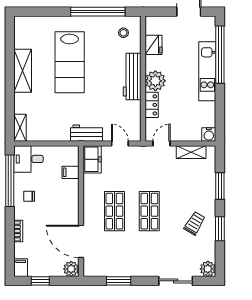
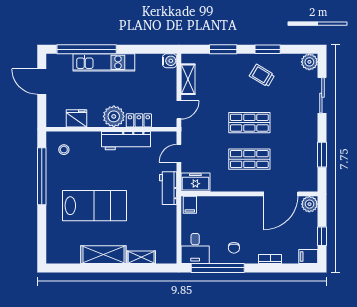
workbench: (132, 76) -> (126, 141), moved
shelving: (20, 128) -> (141, 257), moved
door: (162, 143) -> (179, 110), swing flipped
filing cabinet: (70, 172) -> (190, 205), moved

